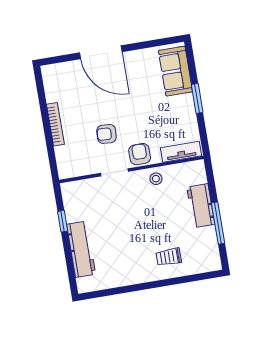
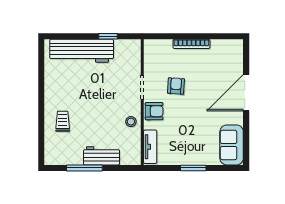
sofa: (175, 71) -> (232, 145), moved, turned -90
workbench: (81, 249) -> (82, 51), width x1.36, depth x1.32

